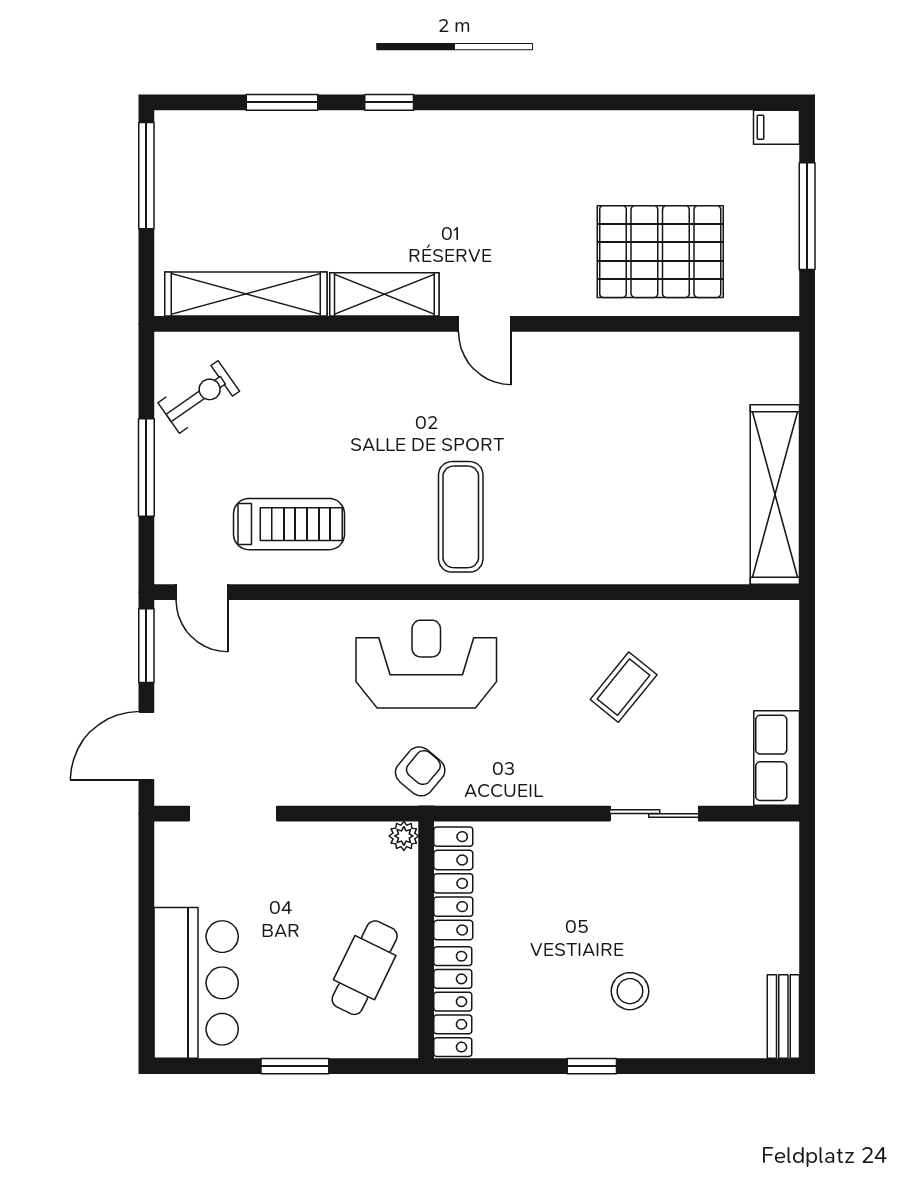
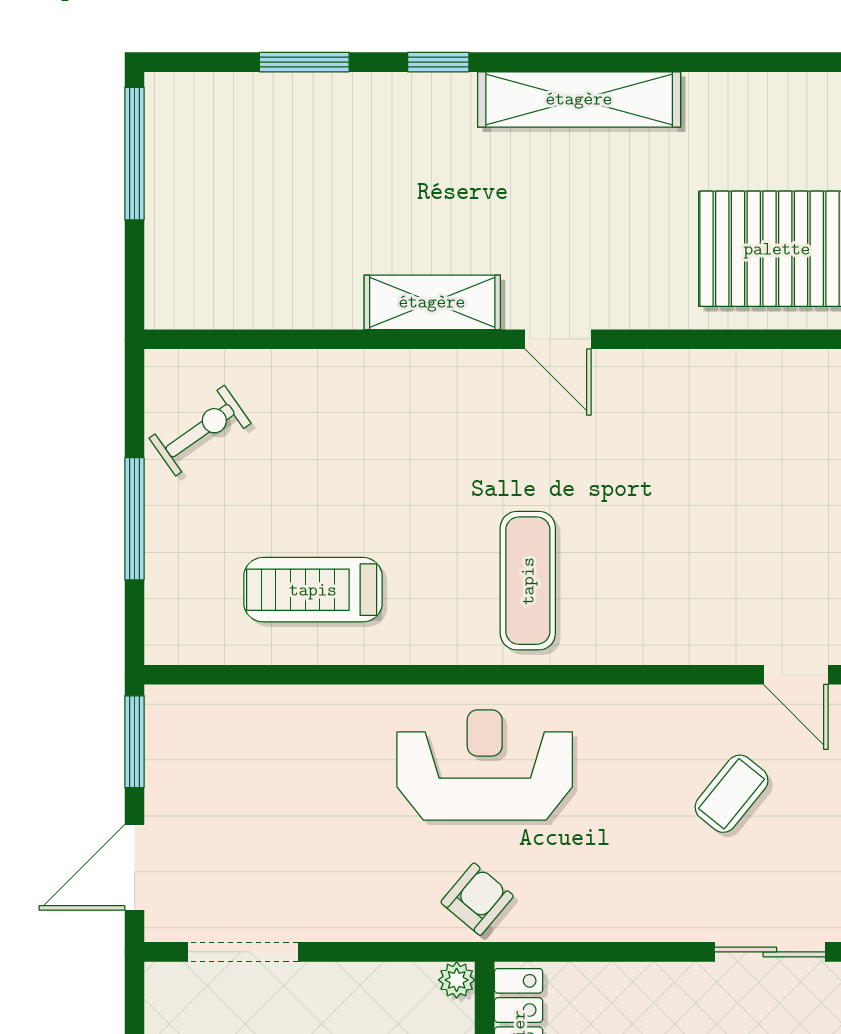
shelving: (246, 294) -> (579, 99), moved
treadmill: (289, 524) -> (313, 590), turned 180
door: (202, 592) -> (796, 675), moved

